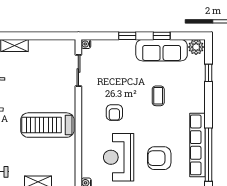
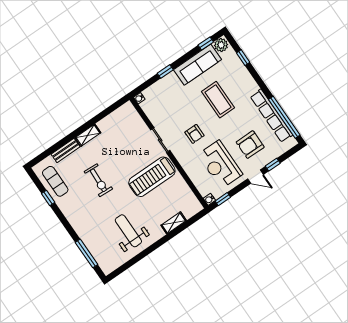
window: (162, 36) -> (206, 44), moved
sliding door: (78, 70) -> (160, 140), moved
coffee table: (158, 96) -> (218, 100), width x1.86, depth x1.72

